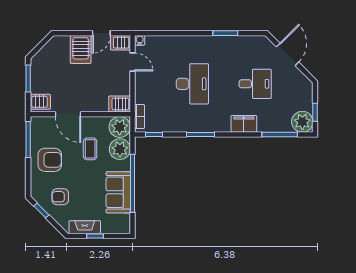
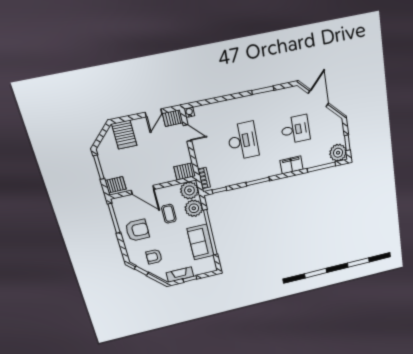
server rack: (81, 49) -> (124, 135), moved

